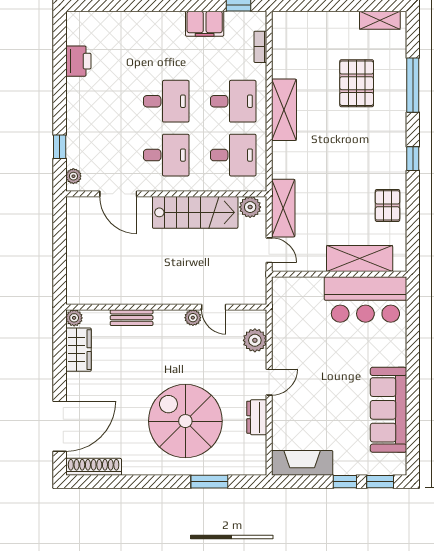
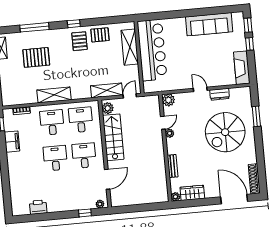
pallet: (379, 166) -> (79, 41), added
bar counter: (365, 299) -> (152, 50), width x1.36
plant: (255, 340) -> (168, 100), moved

